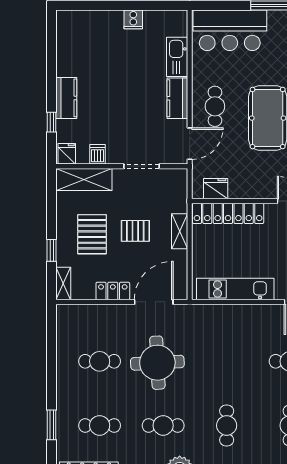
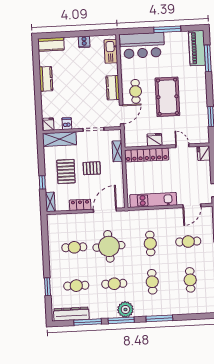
kitchen counter: (78, 21) -> (51, 44), added
kitchen sink: (177, 57) -> (111, 51), moved
kitchen counter: (66, 98) -> (46, 79), moved
window: (52, 122) -> (38, 106), removed
fridge: (216, 189) -> (154, 140), moved
shelving: (180, 231) -> (117, 151), moved
cafe table: (227, 361) -> (150, 243), added

